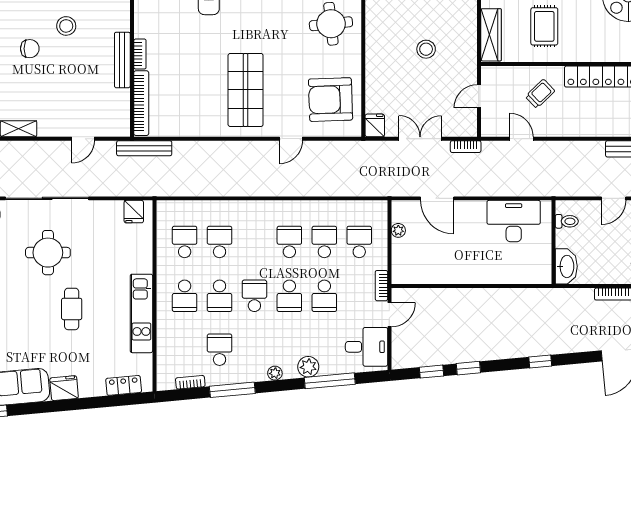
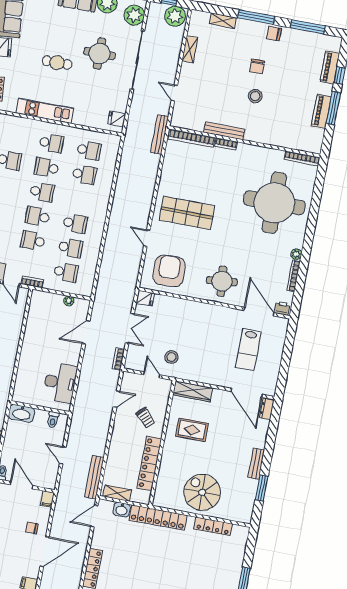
chair: (30, 49) -> (257, 66), moved
stool: (426, 49) -> (171, 357), moved
school desk: (185, 296) -> (51, 143), turned 180

